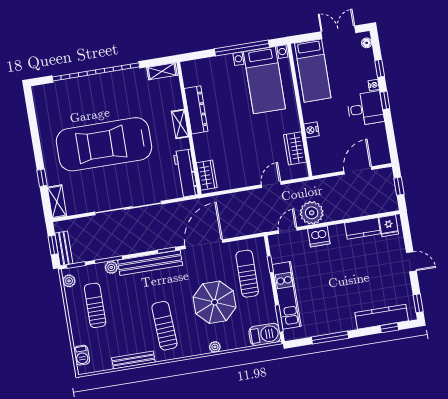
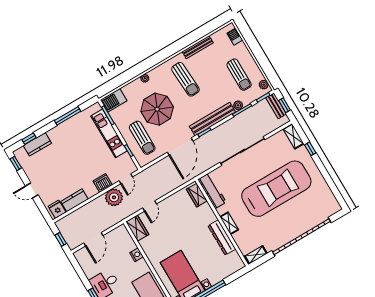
wardrobe: (295, 148) -> (137, 228), moved
kitchen counter: (382, 317) -> (37, 144), width x0.67

